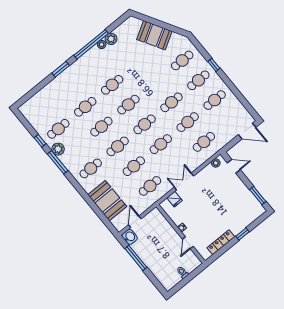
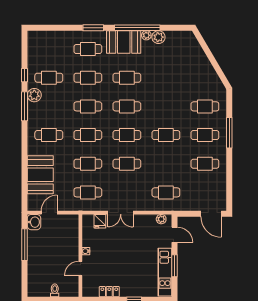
booth: (154, 35) -> (124, 42), moved, turned -60
window: (214, 65) -> (229, 133), width x2.17
cafe table: (188, 122) -> (88, 49), moved
double door: (184, 181) -> (121, 213), swing flipped
window: (258, 196) -> (175, 266), moved
kitchen unit: (248, 197) -> (165, 272), added
locker: (221, 242) -> (109, 292), width x0.66

